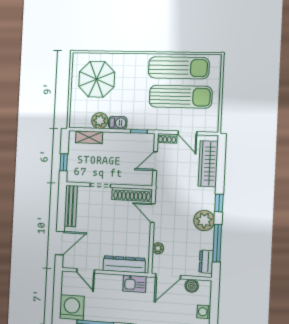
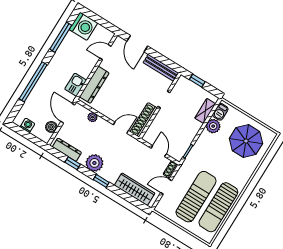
sun lounger: (181, 97) -> (196, 197), turned 180
barbecue: (118, 123) -> (220, 112), moved
window: (217, 243) -> (73, 163), width x0.46
dresser: (206, 262) -> (67, 150), width x1.44

